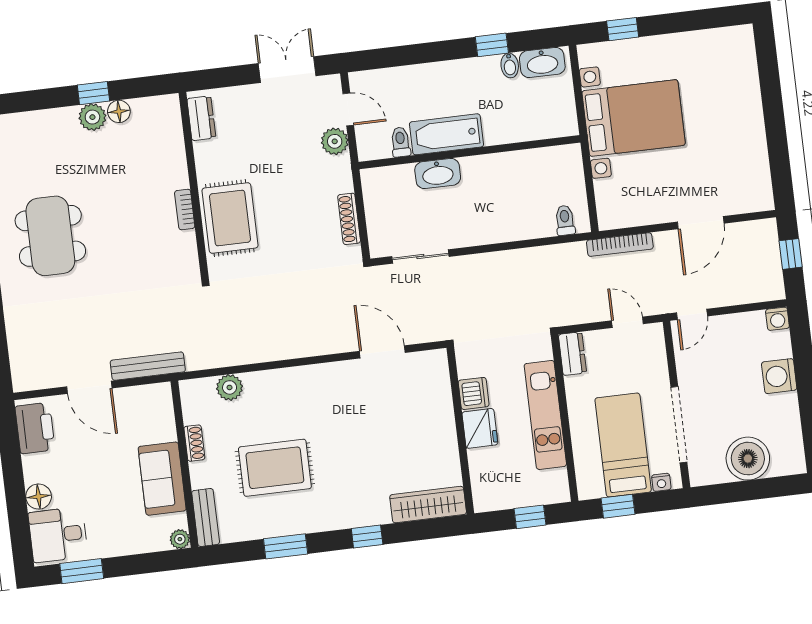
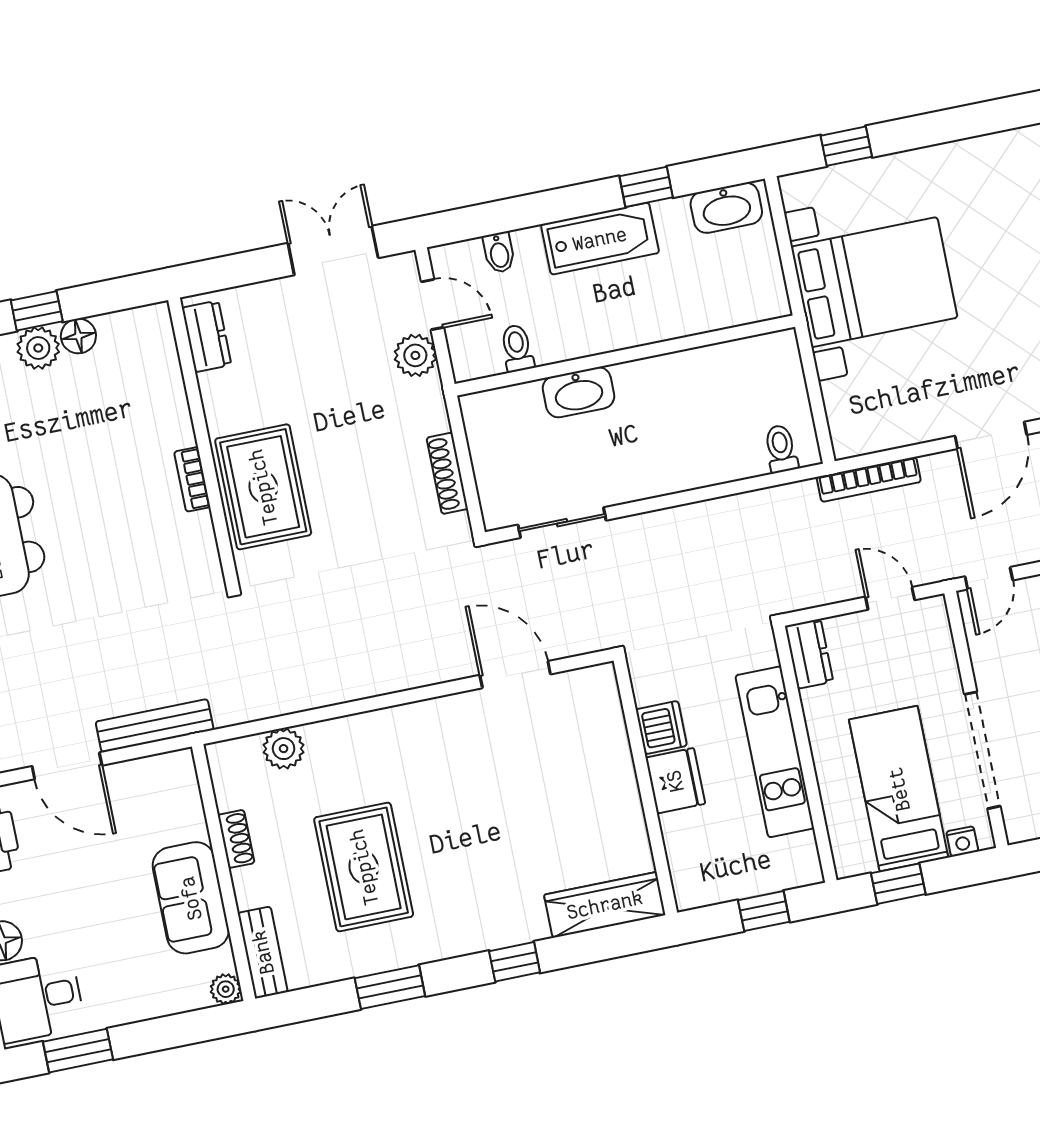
bidet: (510, 65) -> (499, 252), moved
bathtub: (446, 134) -> (600, 239), moved, turned 180
rug: (275, 468) -> (364, 867), turned 90

